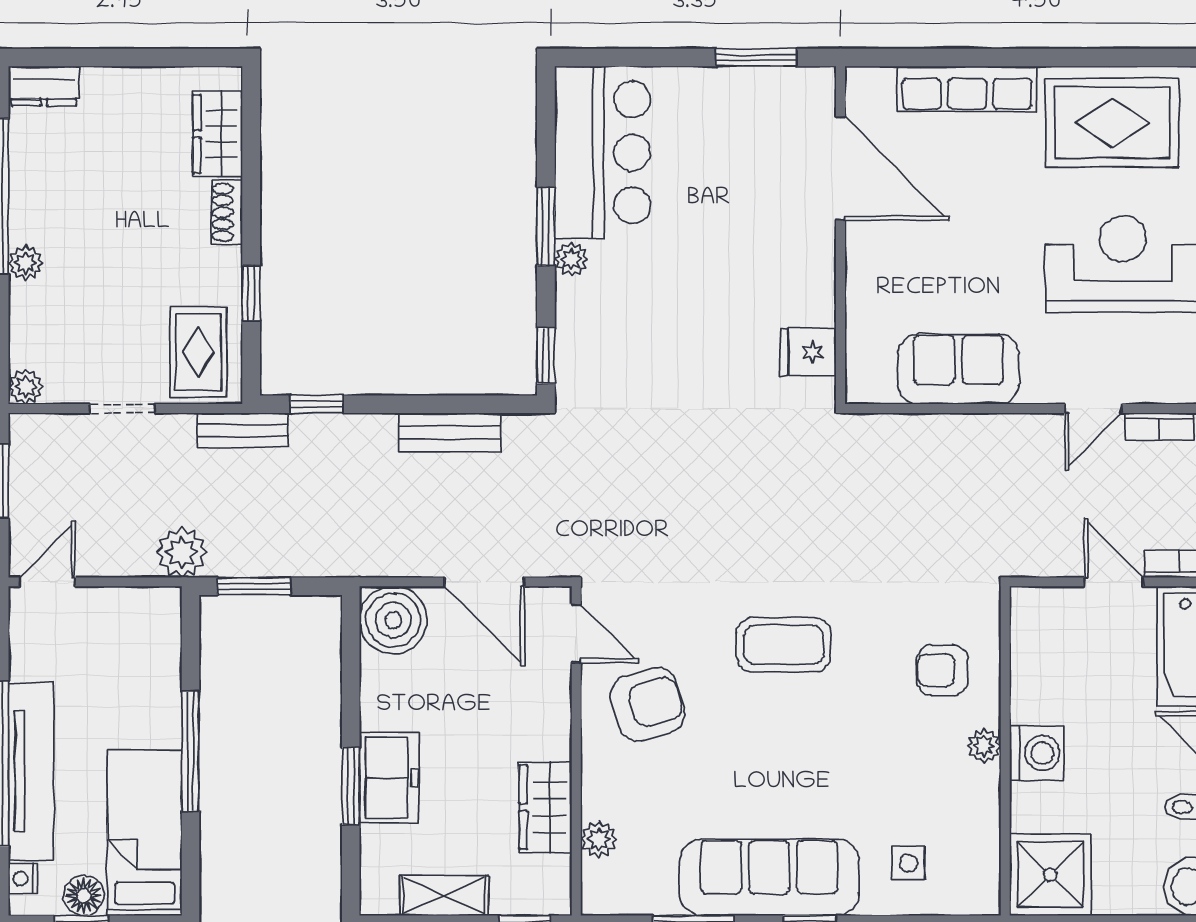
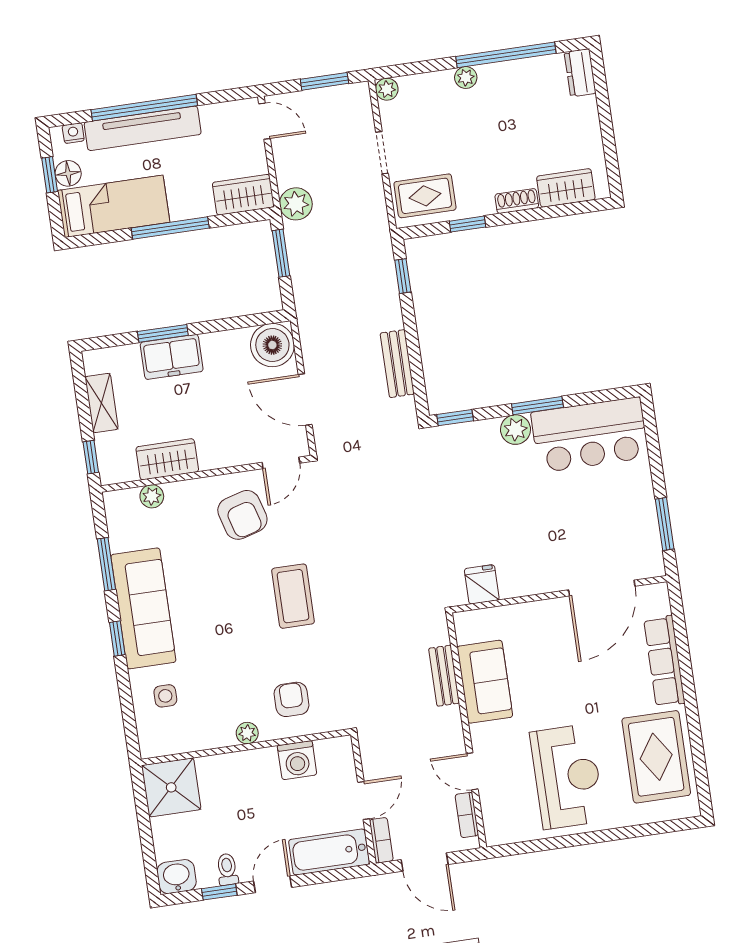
plant: (571, 259) -> (515, 430), width x1.38, depth x1.38
bench: (243, 430) -> (444, 676), moved
door: (484, 582) -> (305, 399), hinge flipped
wardrobe: (156, 631) -> (243, 195), added
washing machine: (1037, 753) -> (297, 760), moved

